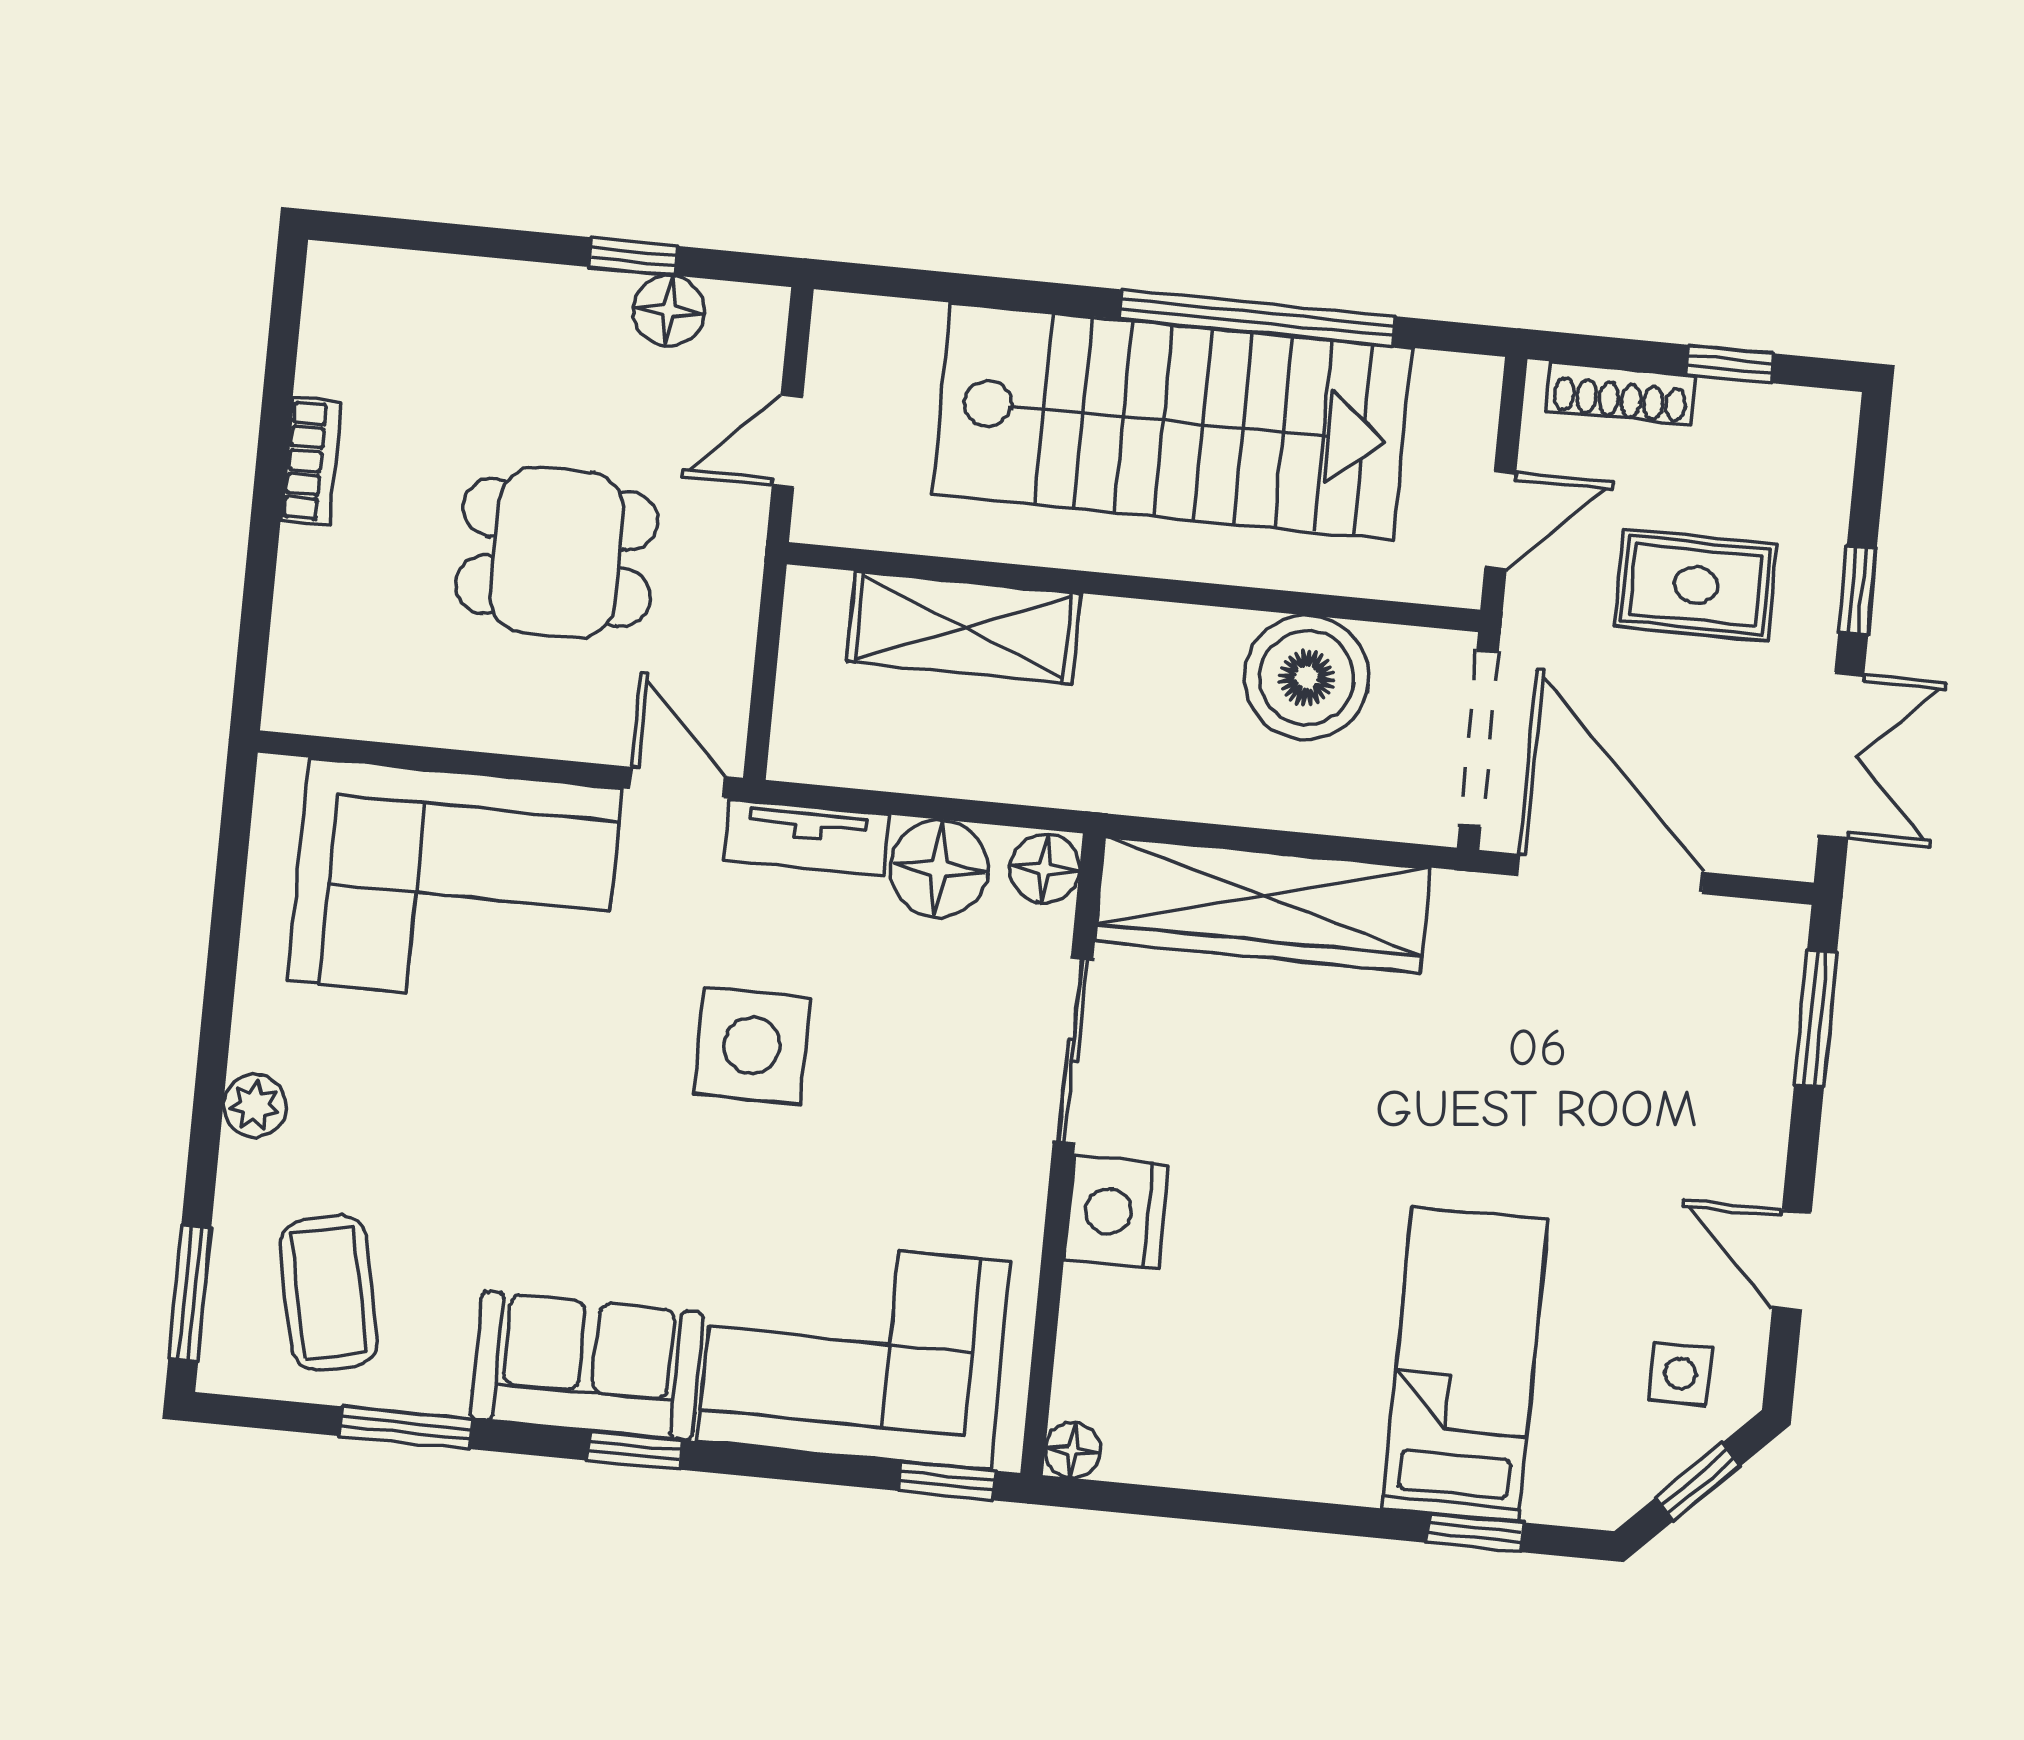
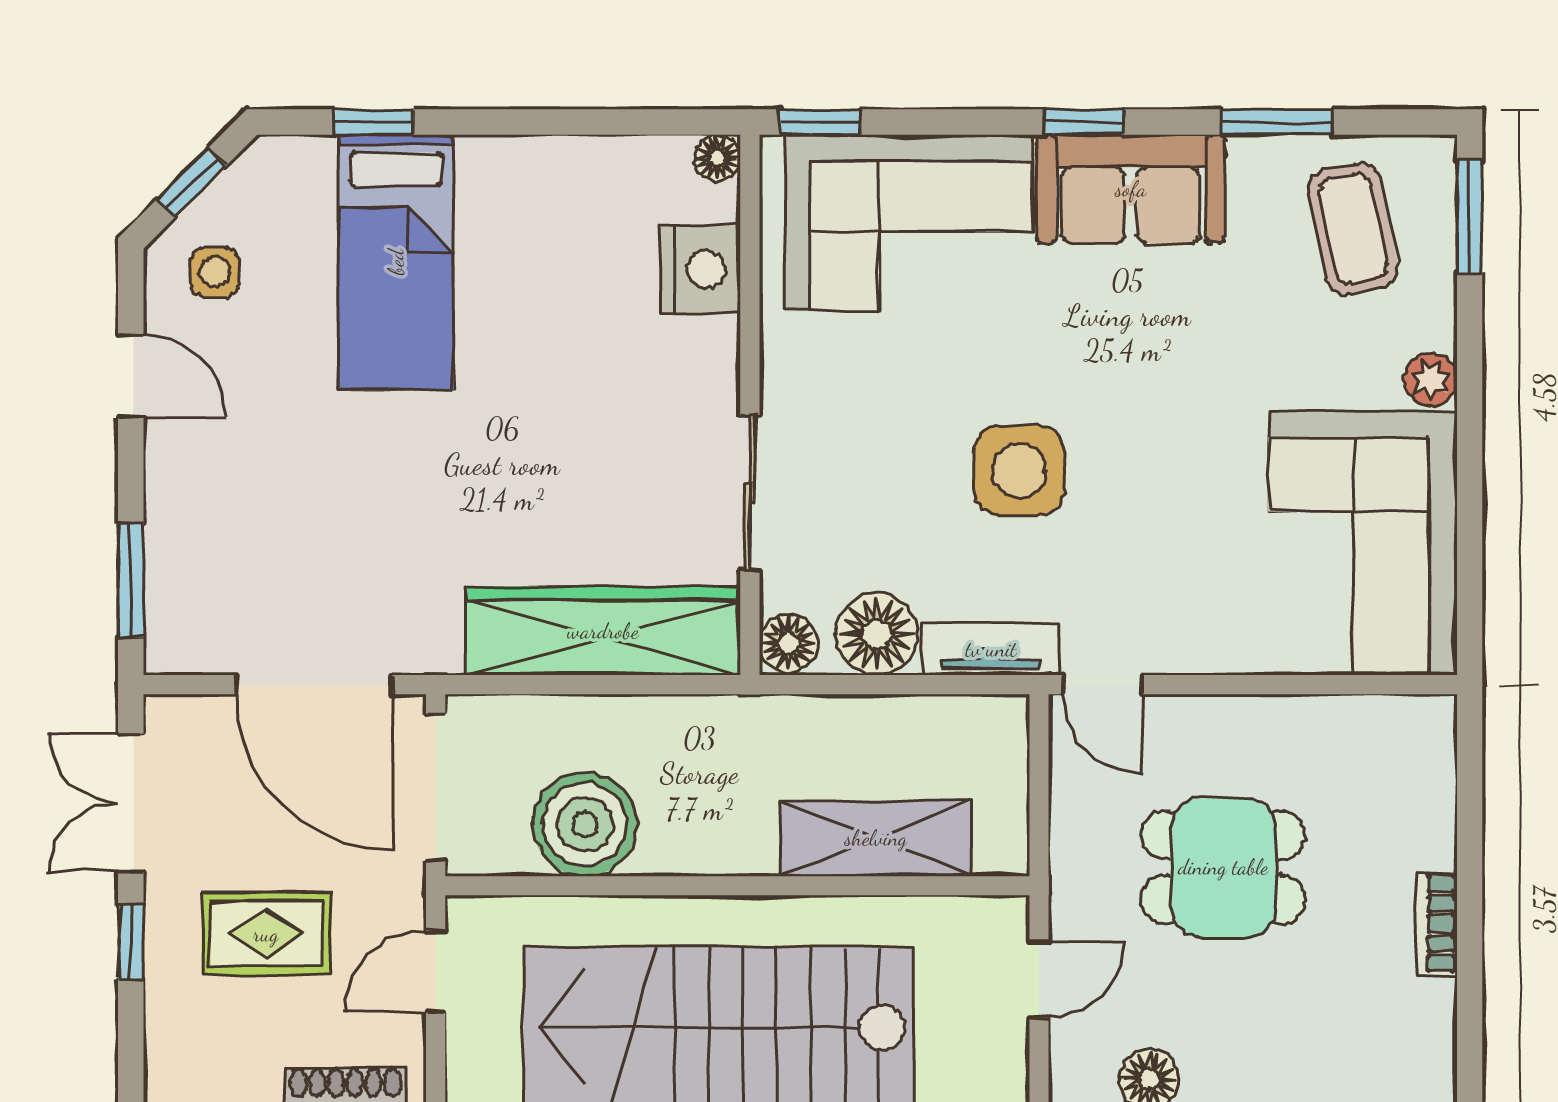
corner sofa: (455, 885) -> (1363, 543), moved, turned -90
nightstand: (1116, 1212) -> (701, 269), moved

